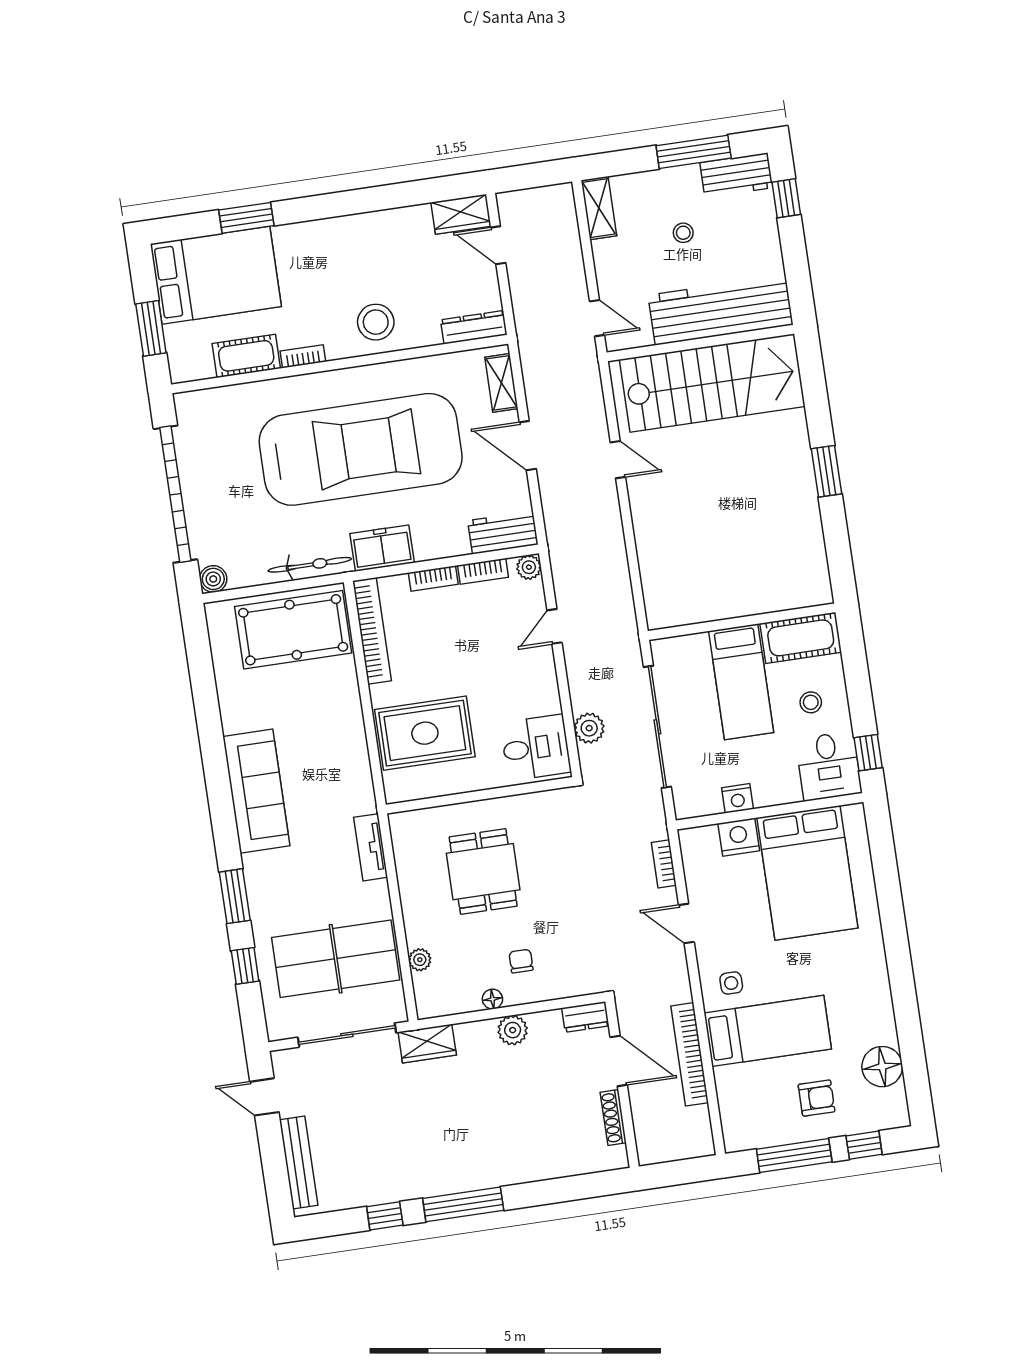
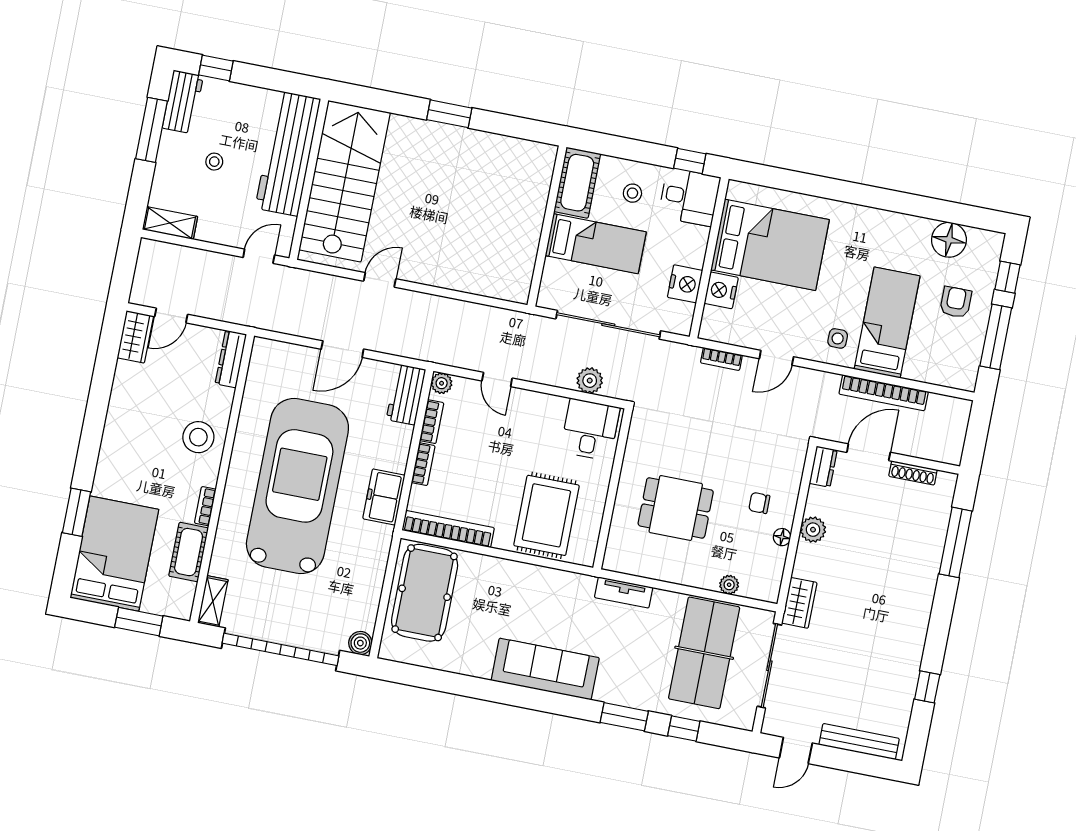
shelving: (501, 383) -> (213, 601), moved, turned 90
bicycle: (310, 565) -> (377, 561), removed
nightstand: (737, 798) -> (685, 284), width x1.36, depth x1.33
window: (463, 1204) -> (955, 542), moved

